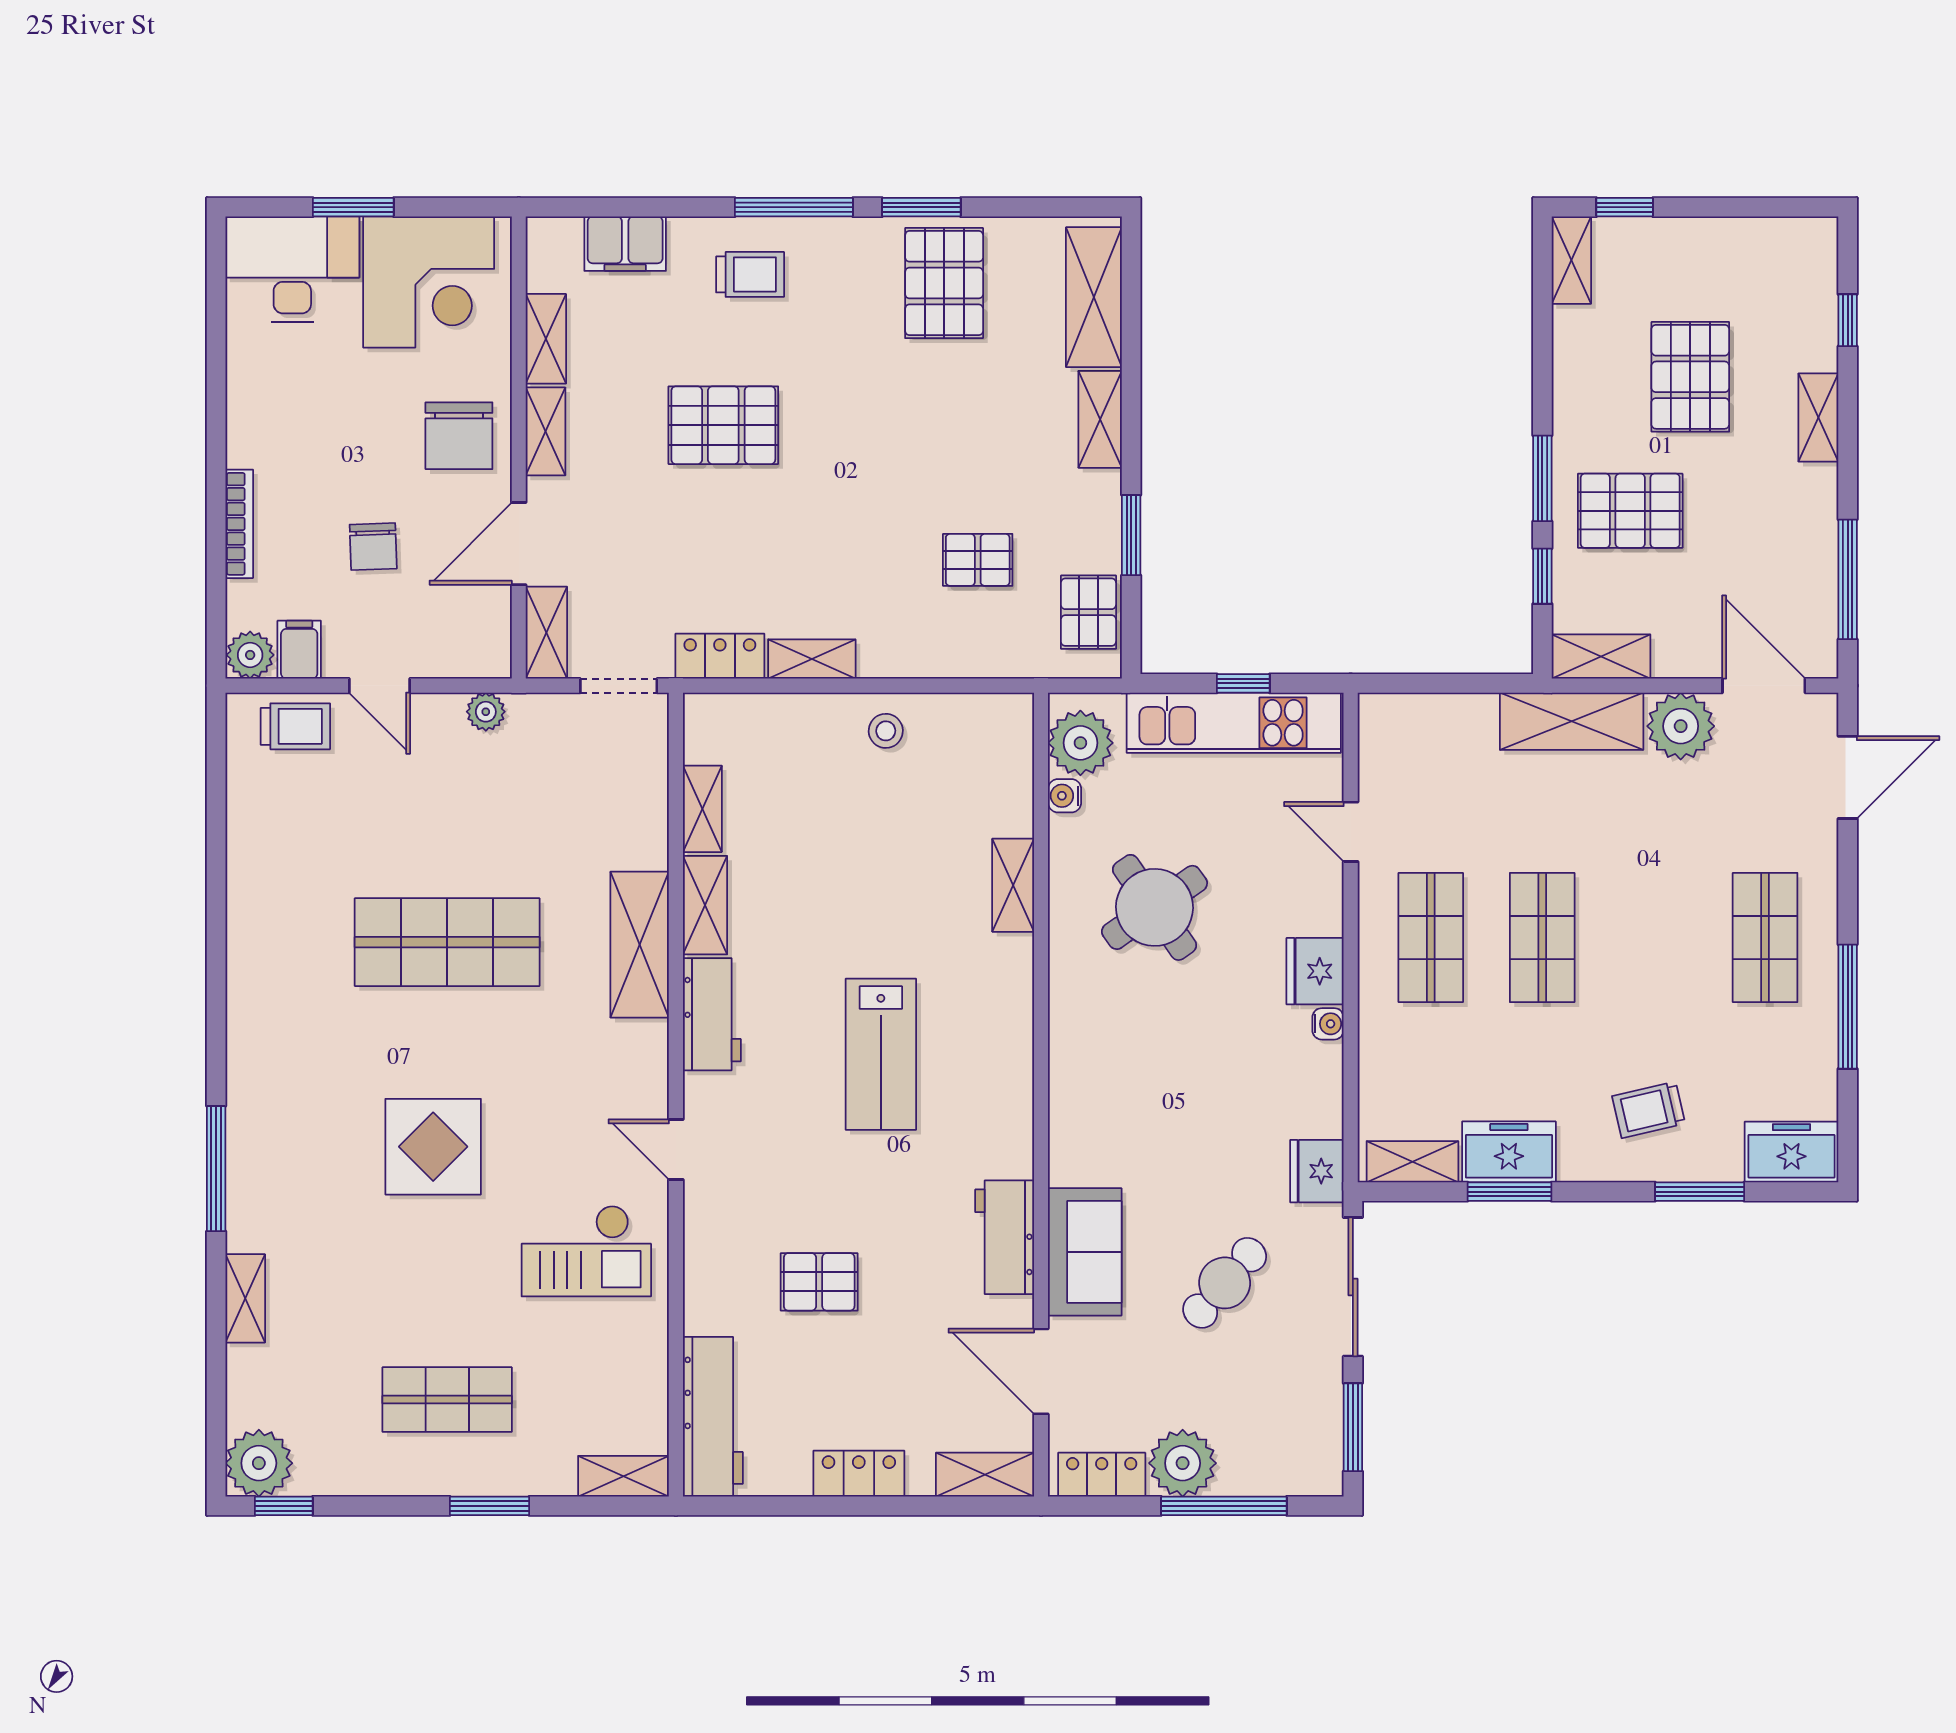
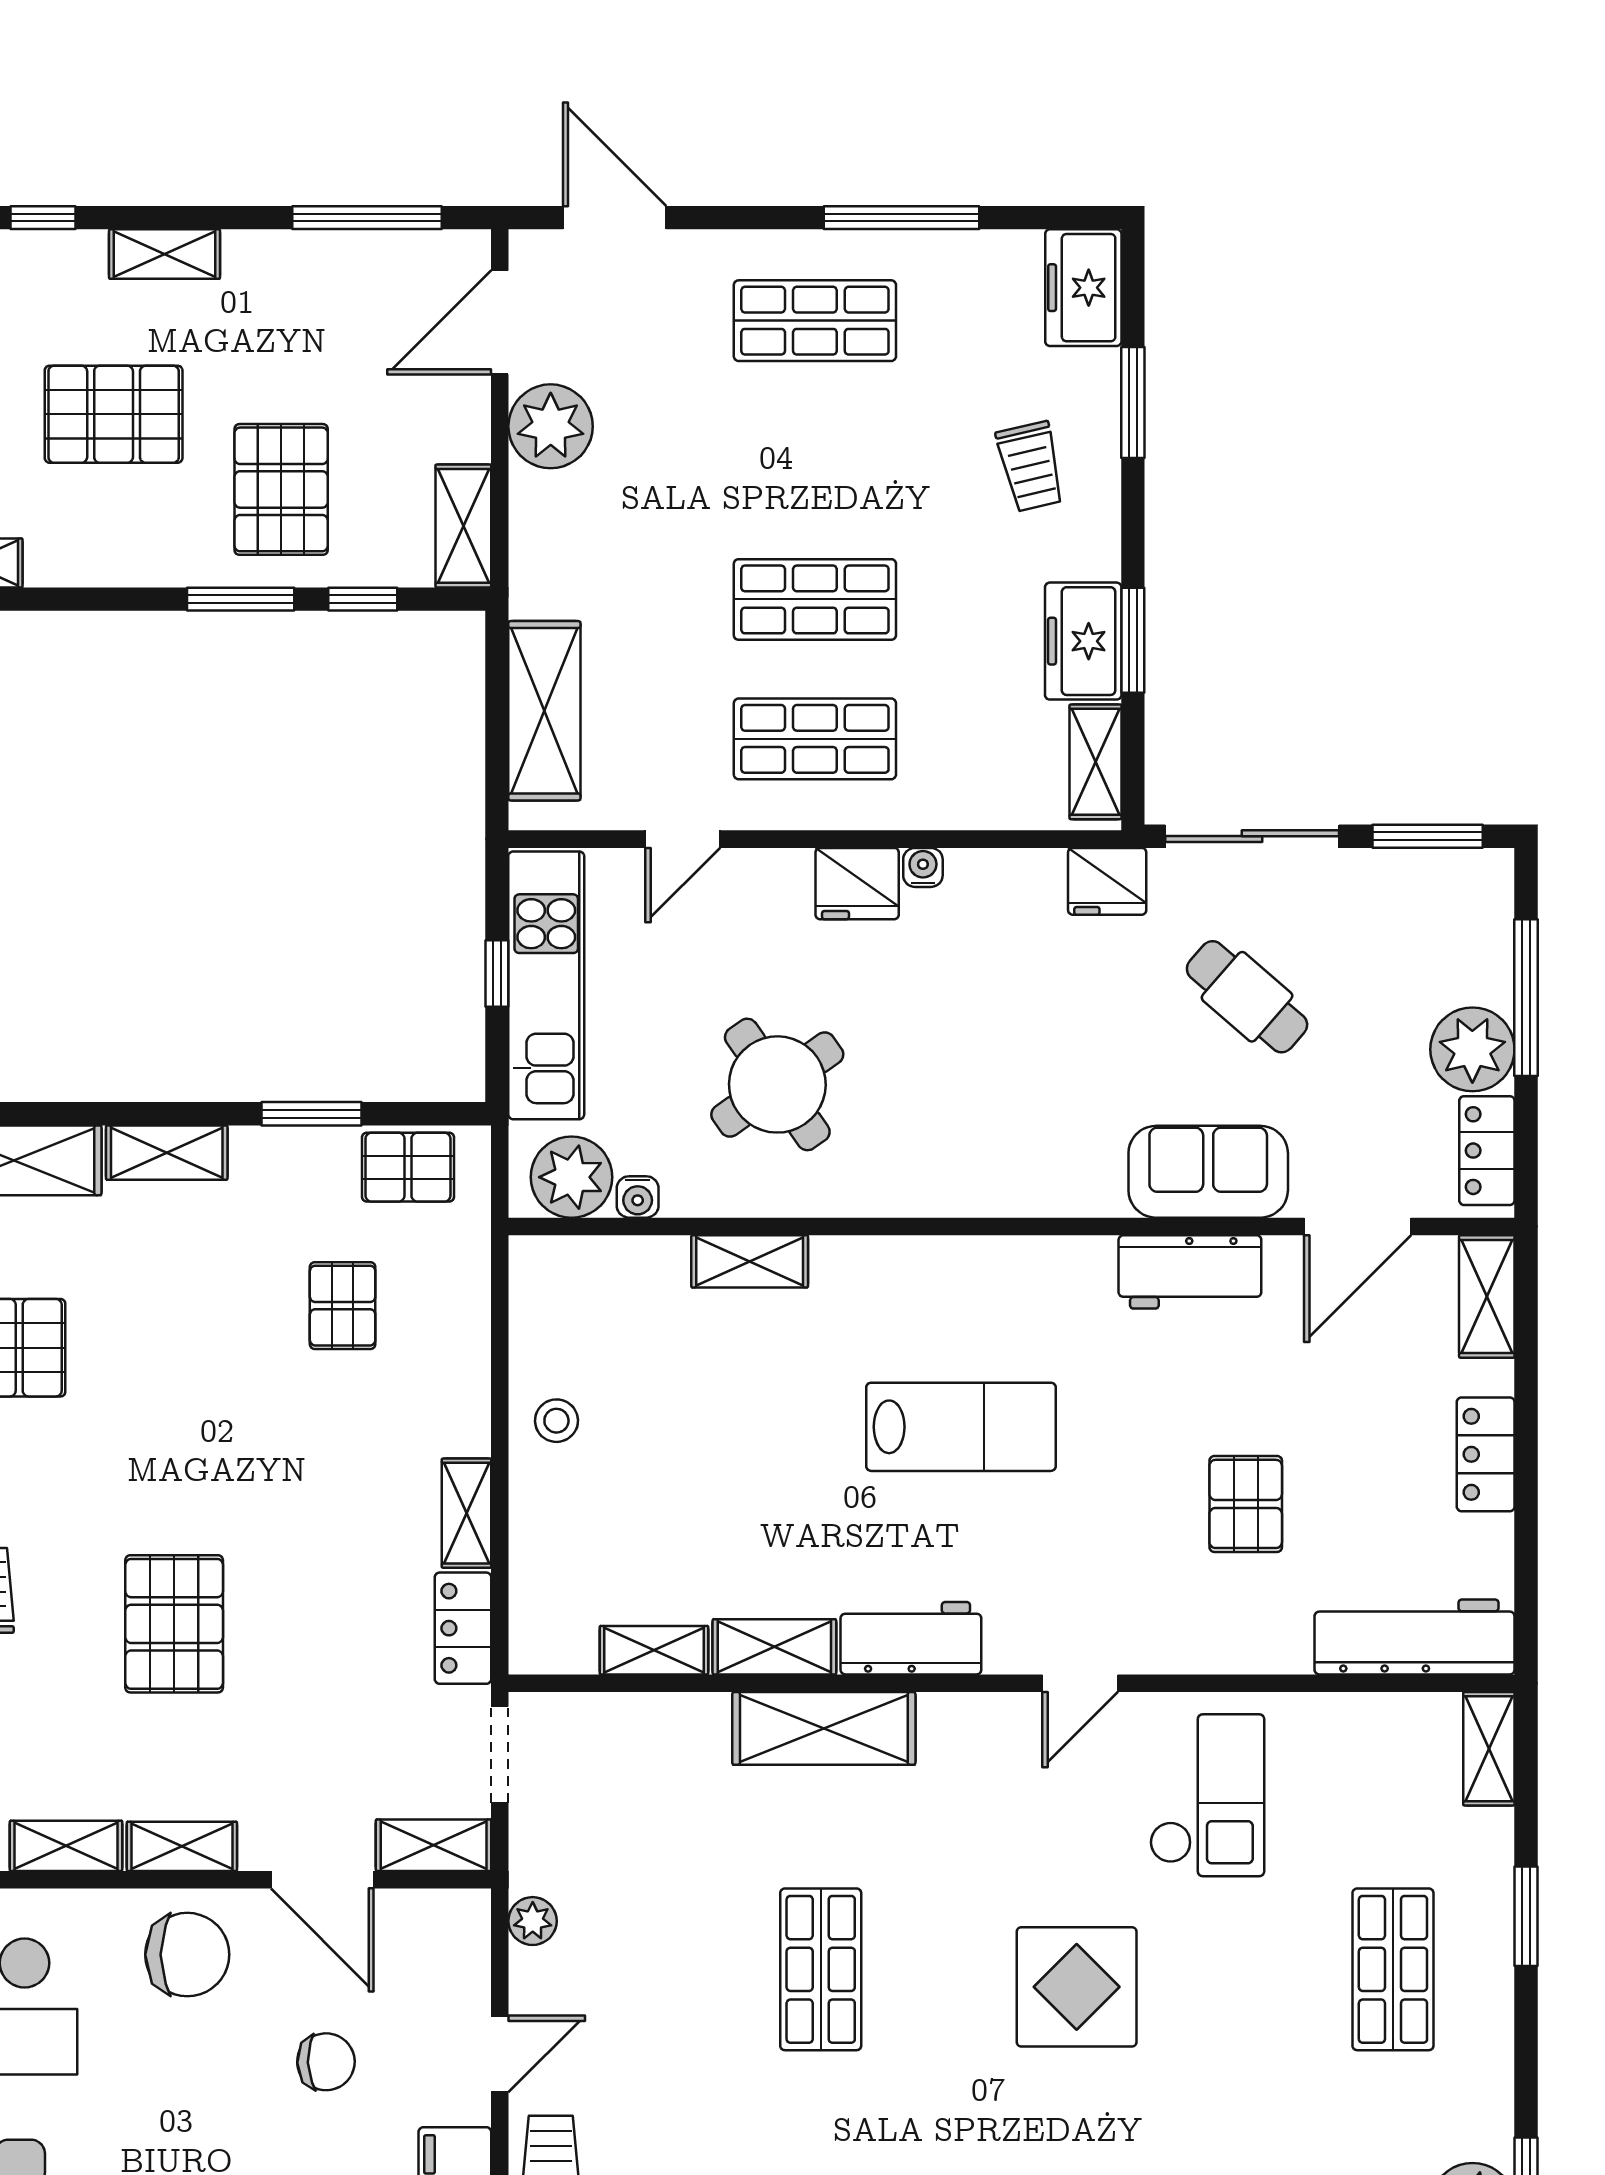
shelving: (1572, 721) -> (544, 711), moved
shop shelf: (447, 942) -> (821, 1969), width x0.70, depth x0.74

